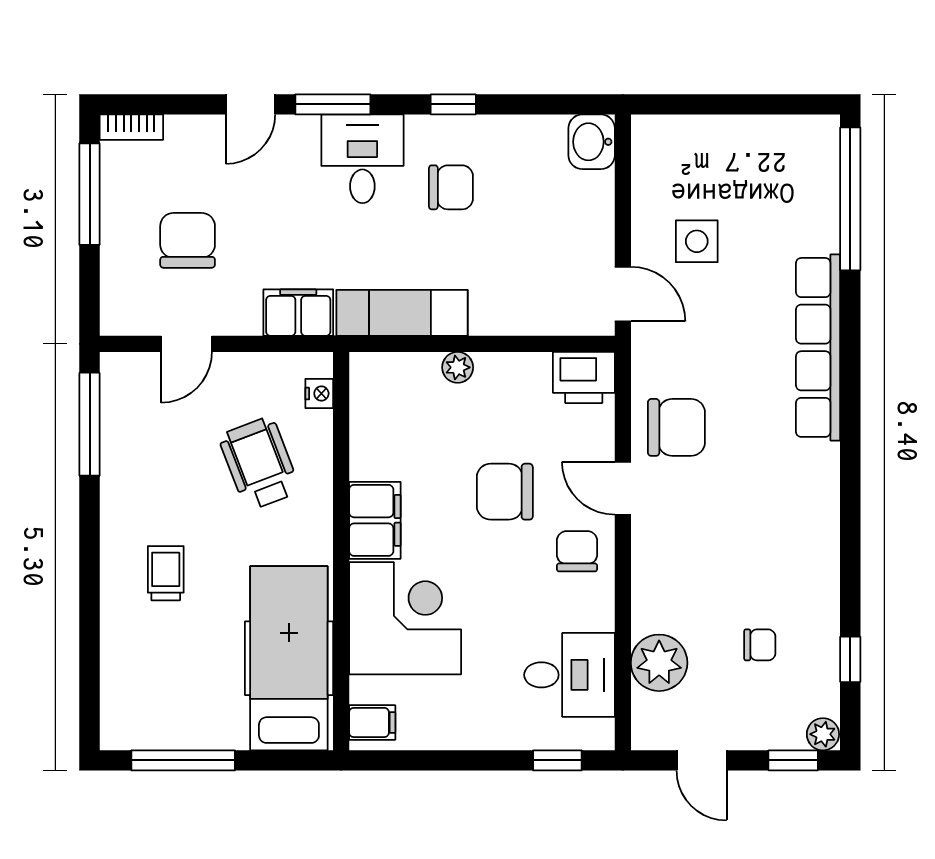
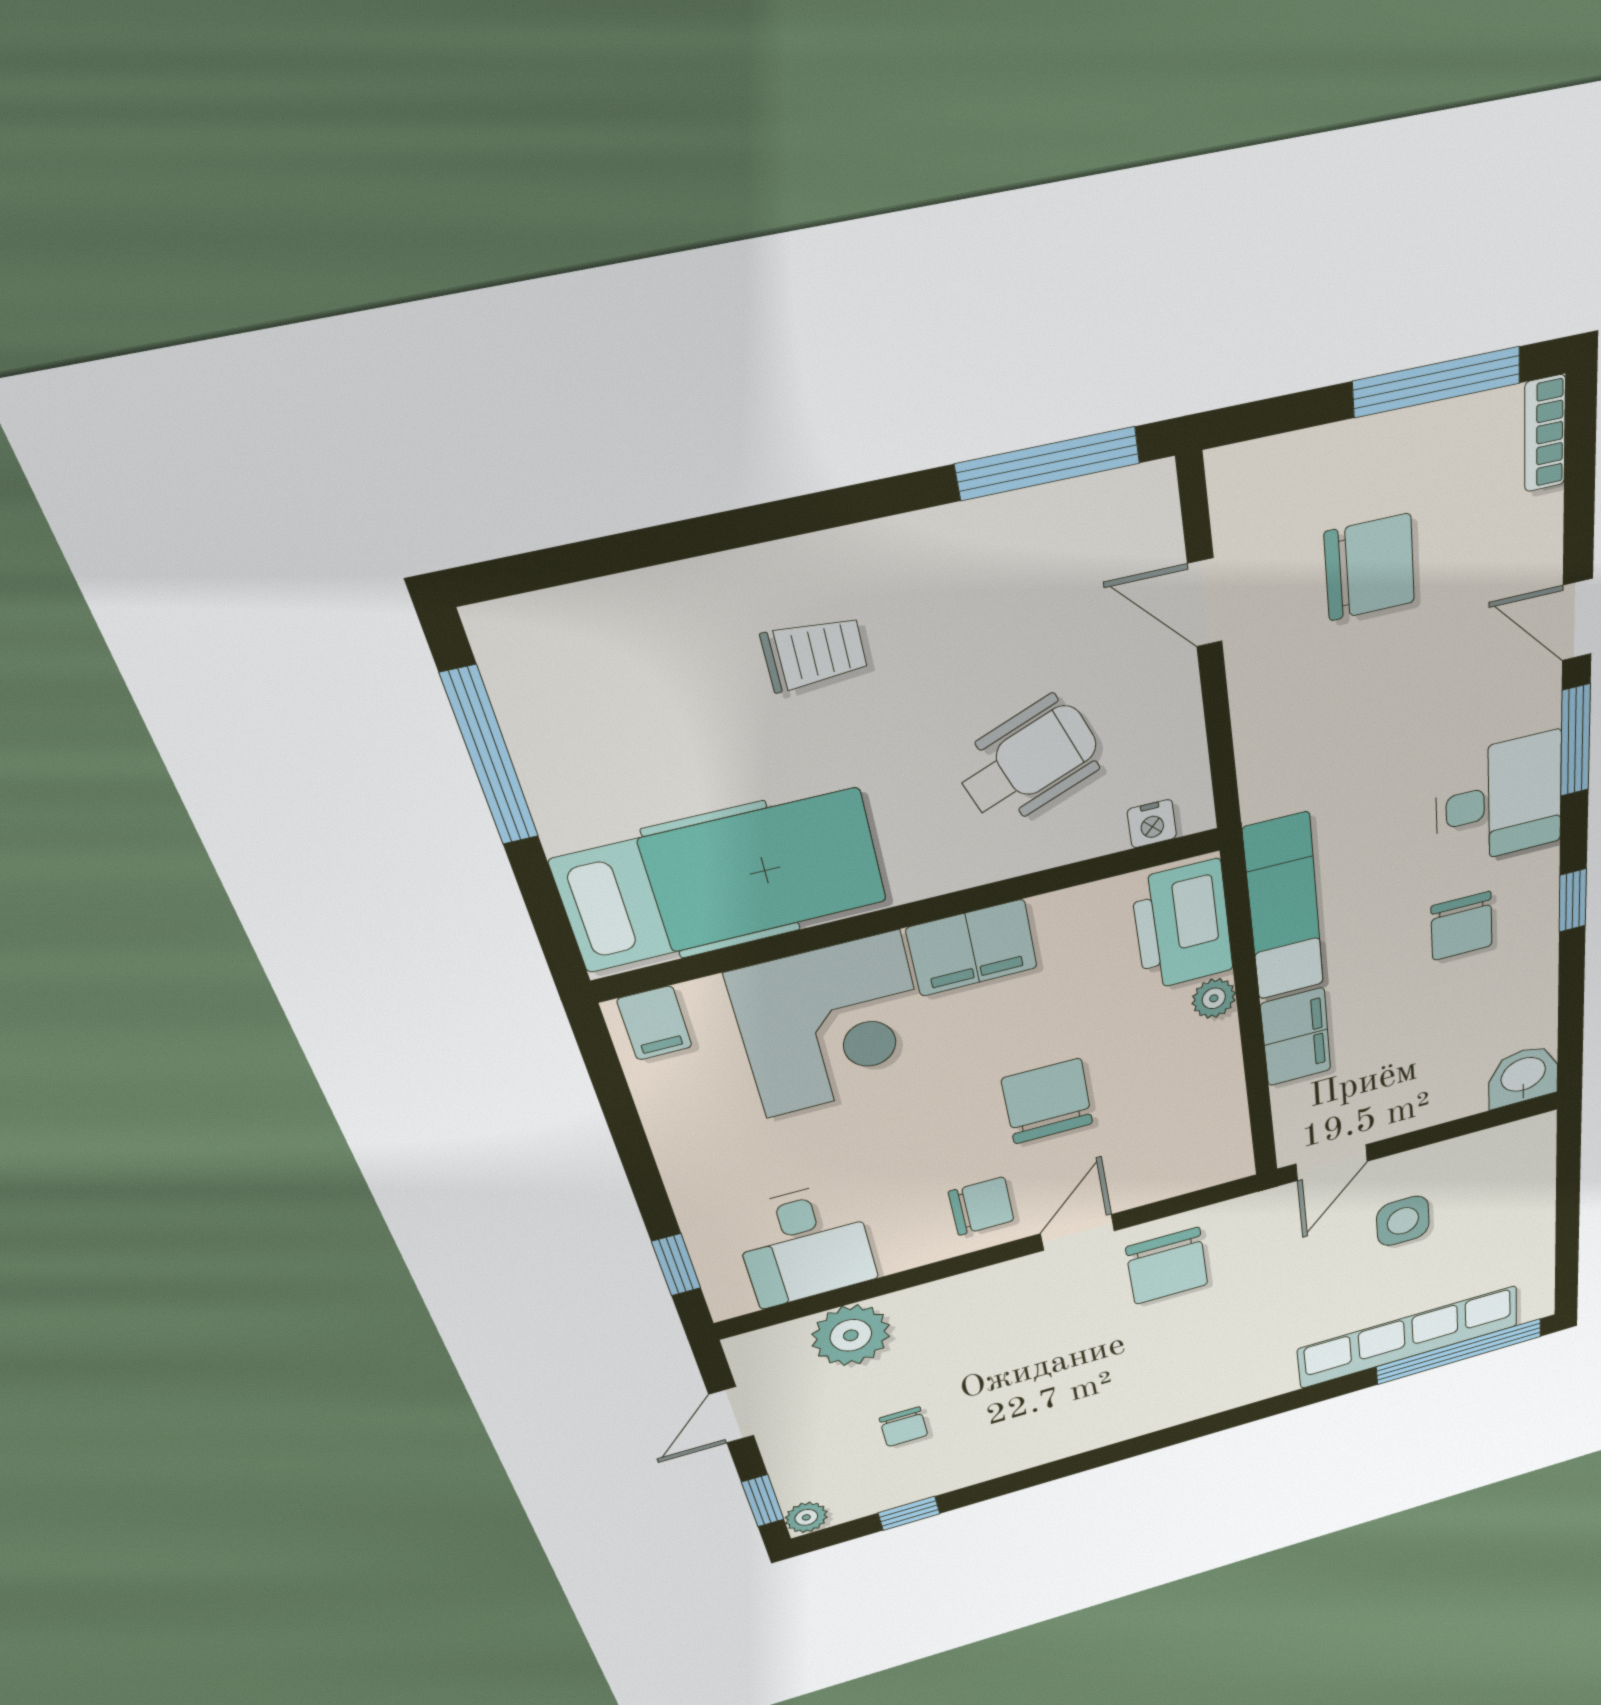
filing cabinet: (298, 313) -> (1296, 1037), moved
row of seats: (818, 347) -> (1409, 1337), moved
printer: (584, 377) -> (1182, 925), moved, width x1.37, depth x1.19

